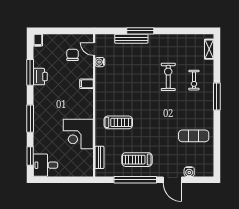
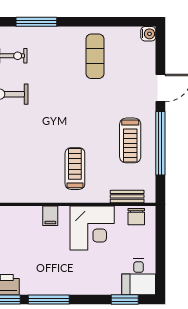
filing cabinet: (86, 84) -> (50, 216), moved
window: (30, 119) -> (49, 300), moved
chair: (86, 164) -> (136, 217), added
water cooler: (189, 172) -> (148, 34), moved

